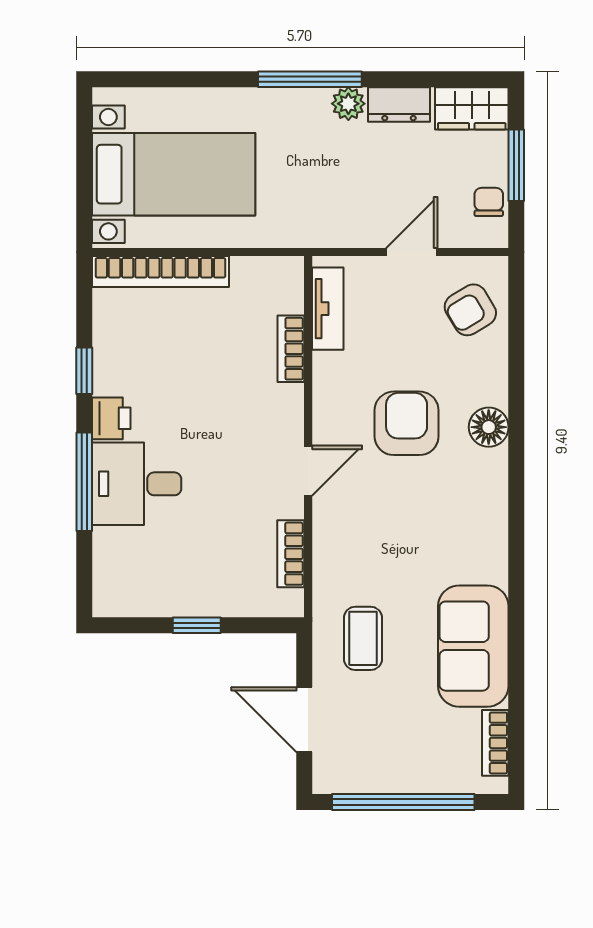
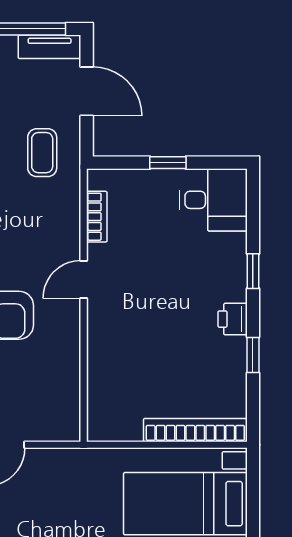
tv unit: (328, 309) -> (50, 47), moved, turned -90
bookcase: (291, 349) -> (97, 372), removed
window: (84, 482) -> (253, 271), width x0.46
desk: (137, 484) -> (213, 200), moved

